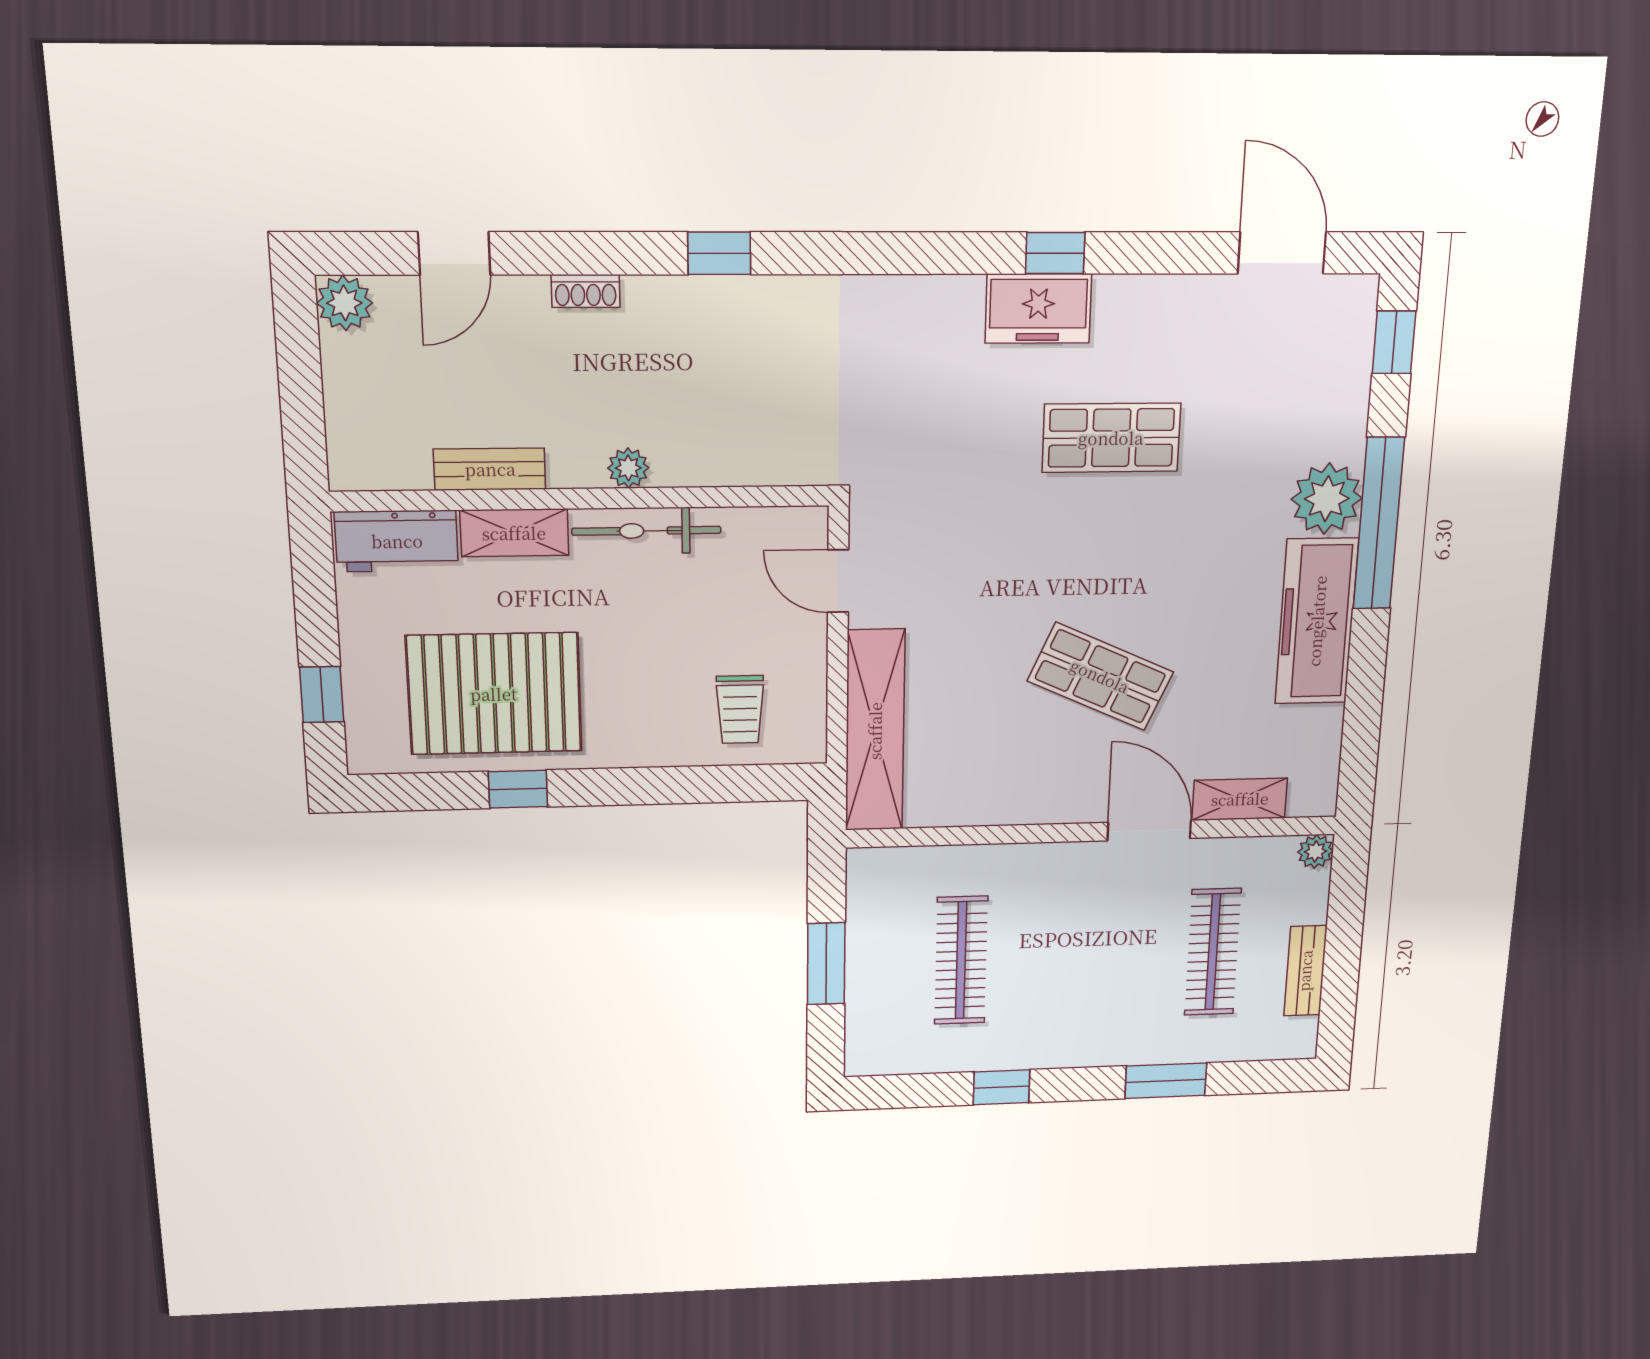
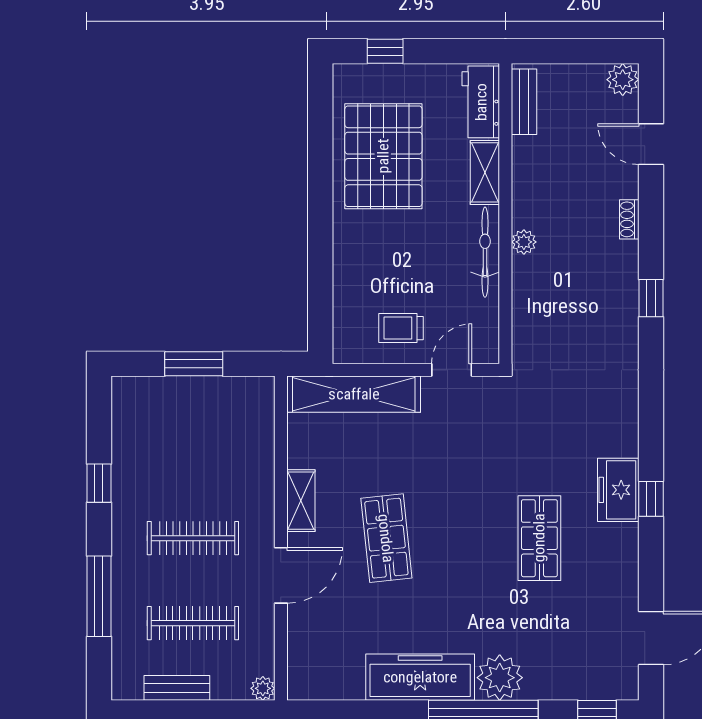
bench: (490, 469) -> (524, 102), moved
shop shelf: (1100, 676) -> (386, 538), turned -30
trolley: (740, 710) -> (401, 328), moved
window: (518, 789) -> (320, 168), removed
shelving: (1240, 799) -> (301, 501), moved
clothes rail: (961, 960) -> (193, 538), moved
window: (1166, 1081) -> (99, 596), width x1.44

